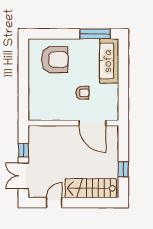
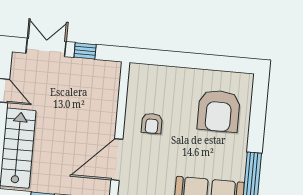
armchair: (82, 93) -> (152, 123), moved

